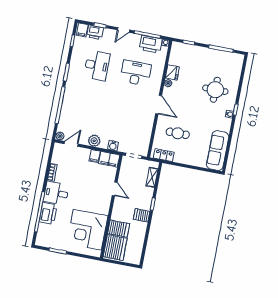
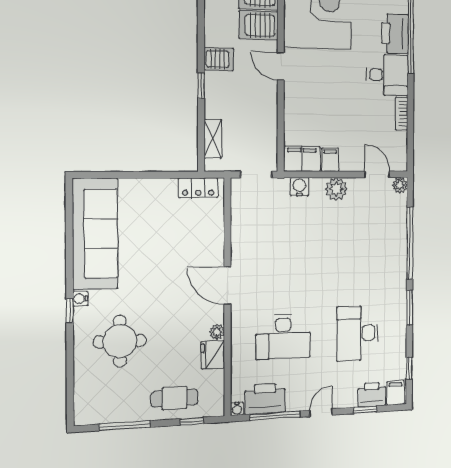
cafe table: (178, 133) -> (175, 398), moved
door: (71, 144) -> (377, 174), swing flipped
sofa: (218, 151) -> (95, 234), width x1.36, depth x1.27
door: (115, 189) -> (281, 66), moved

